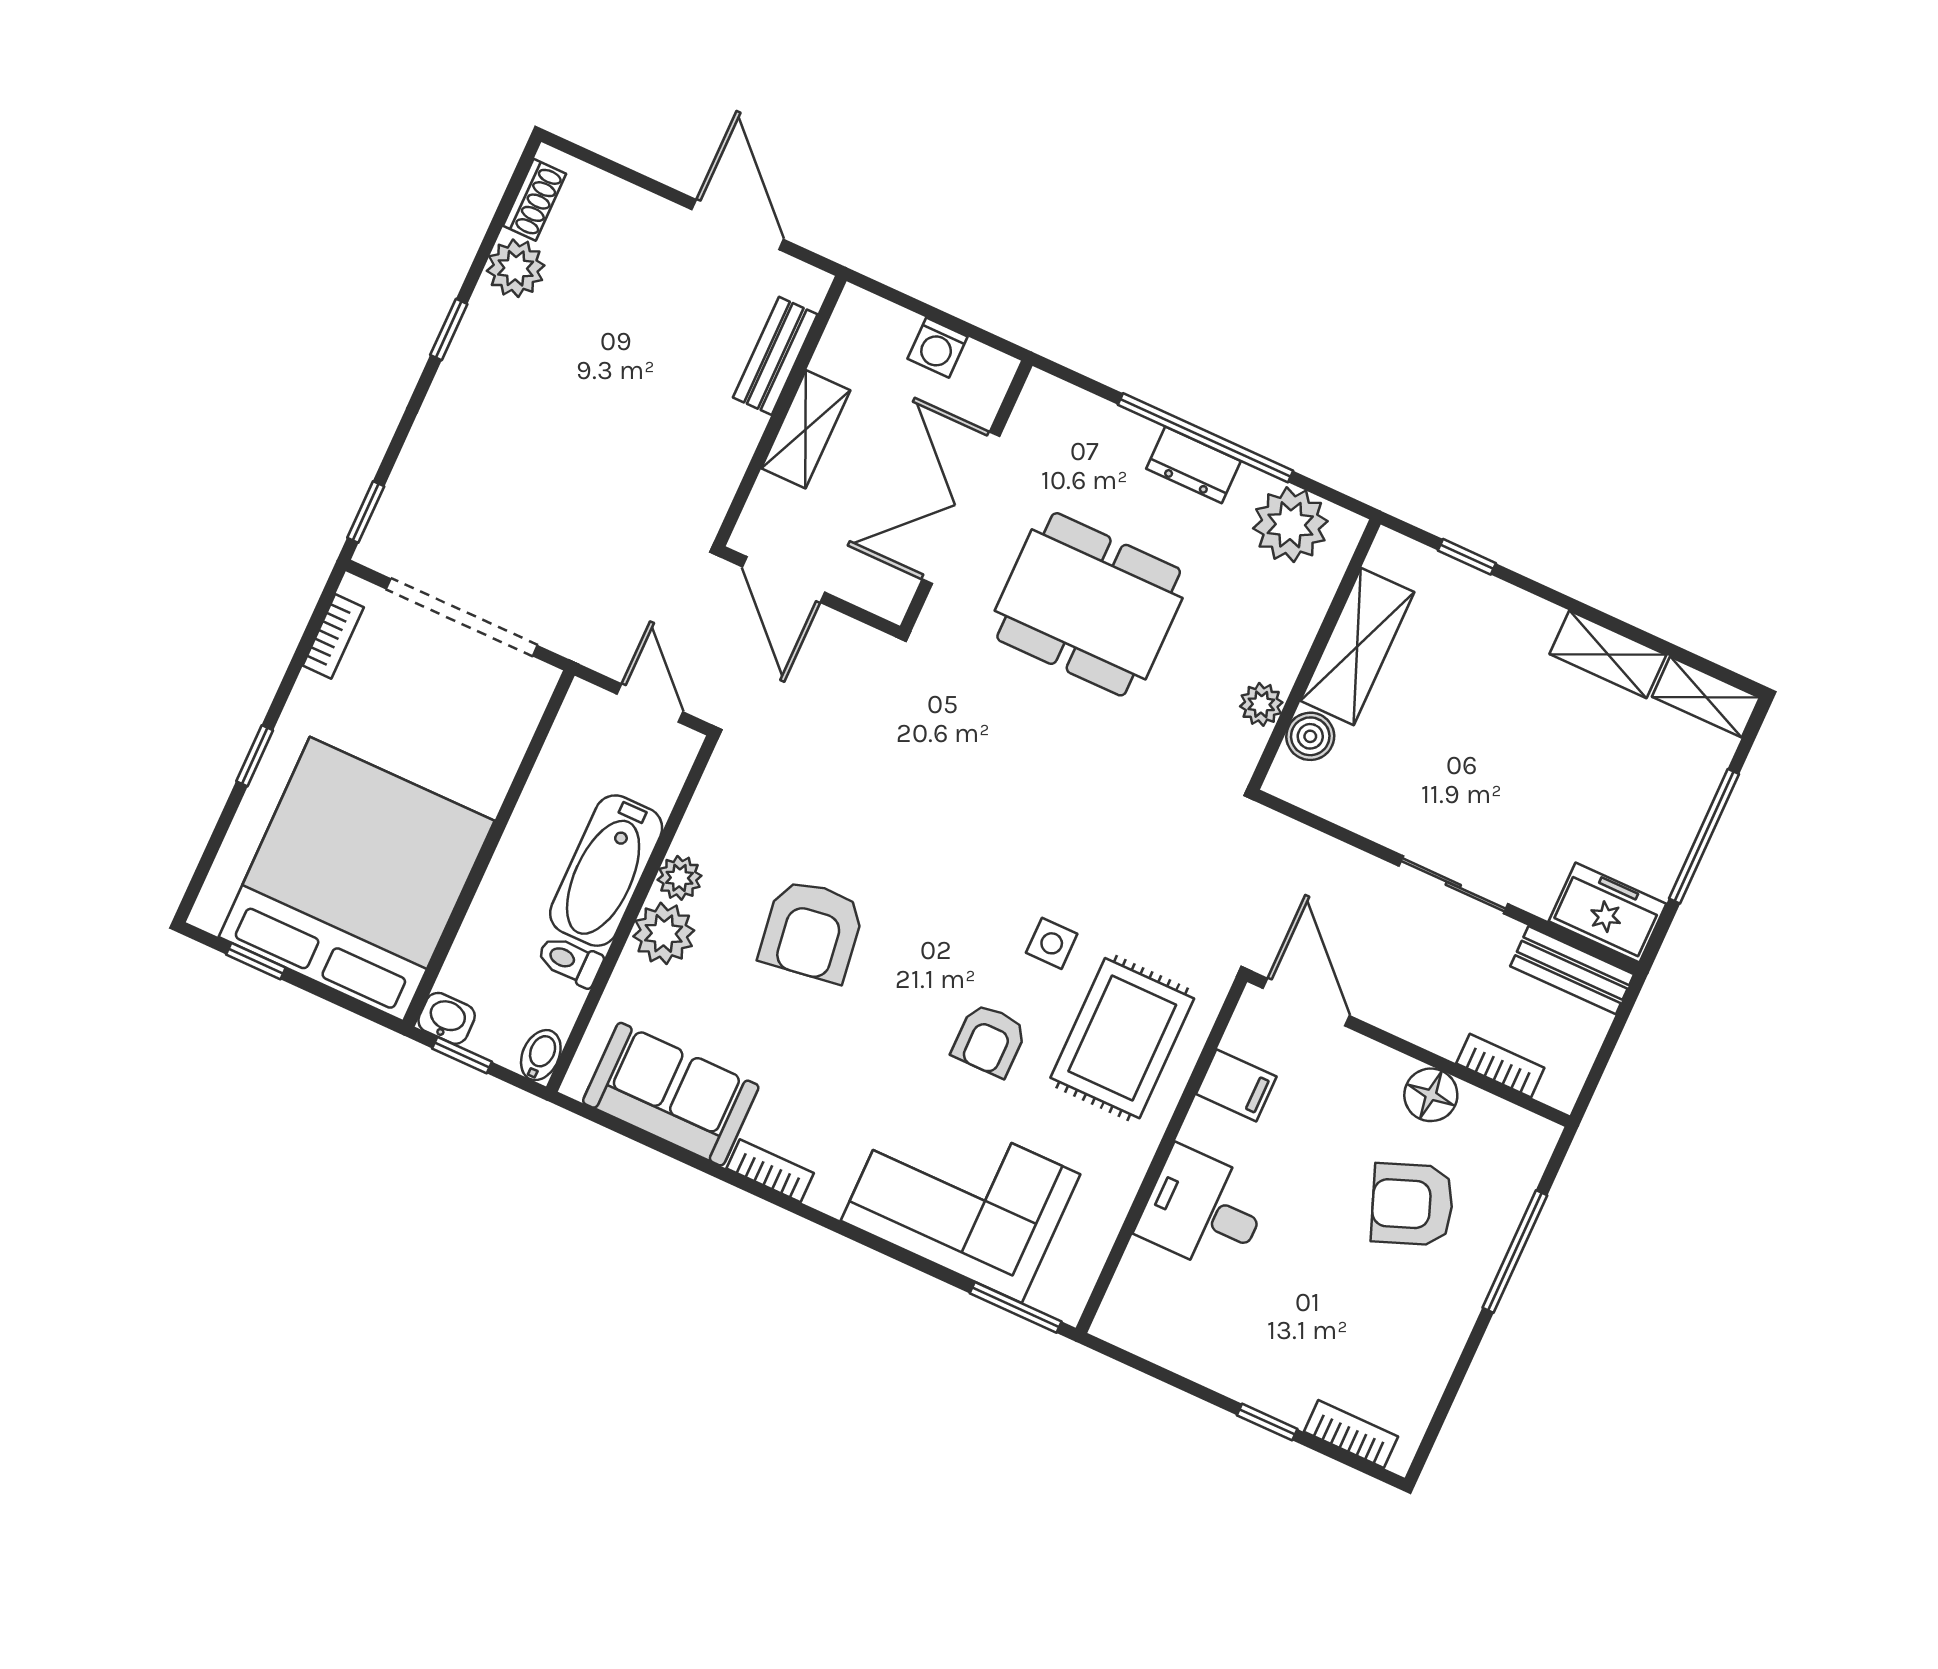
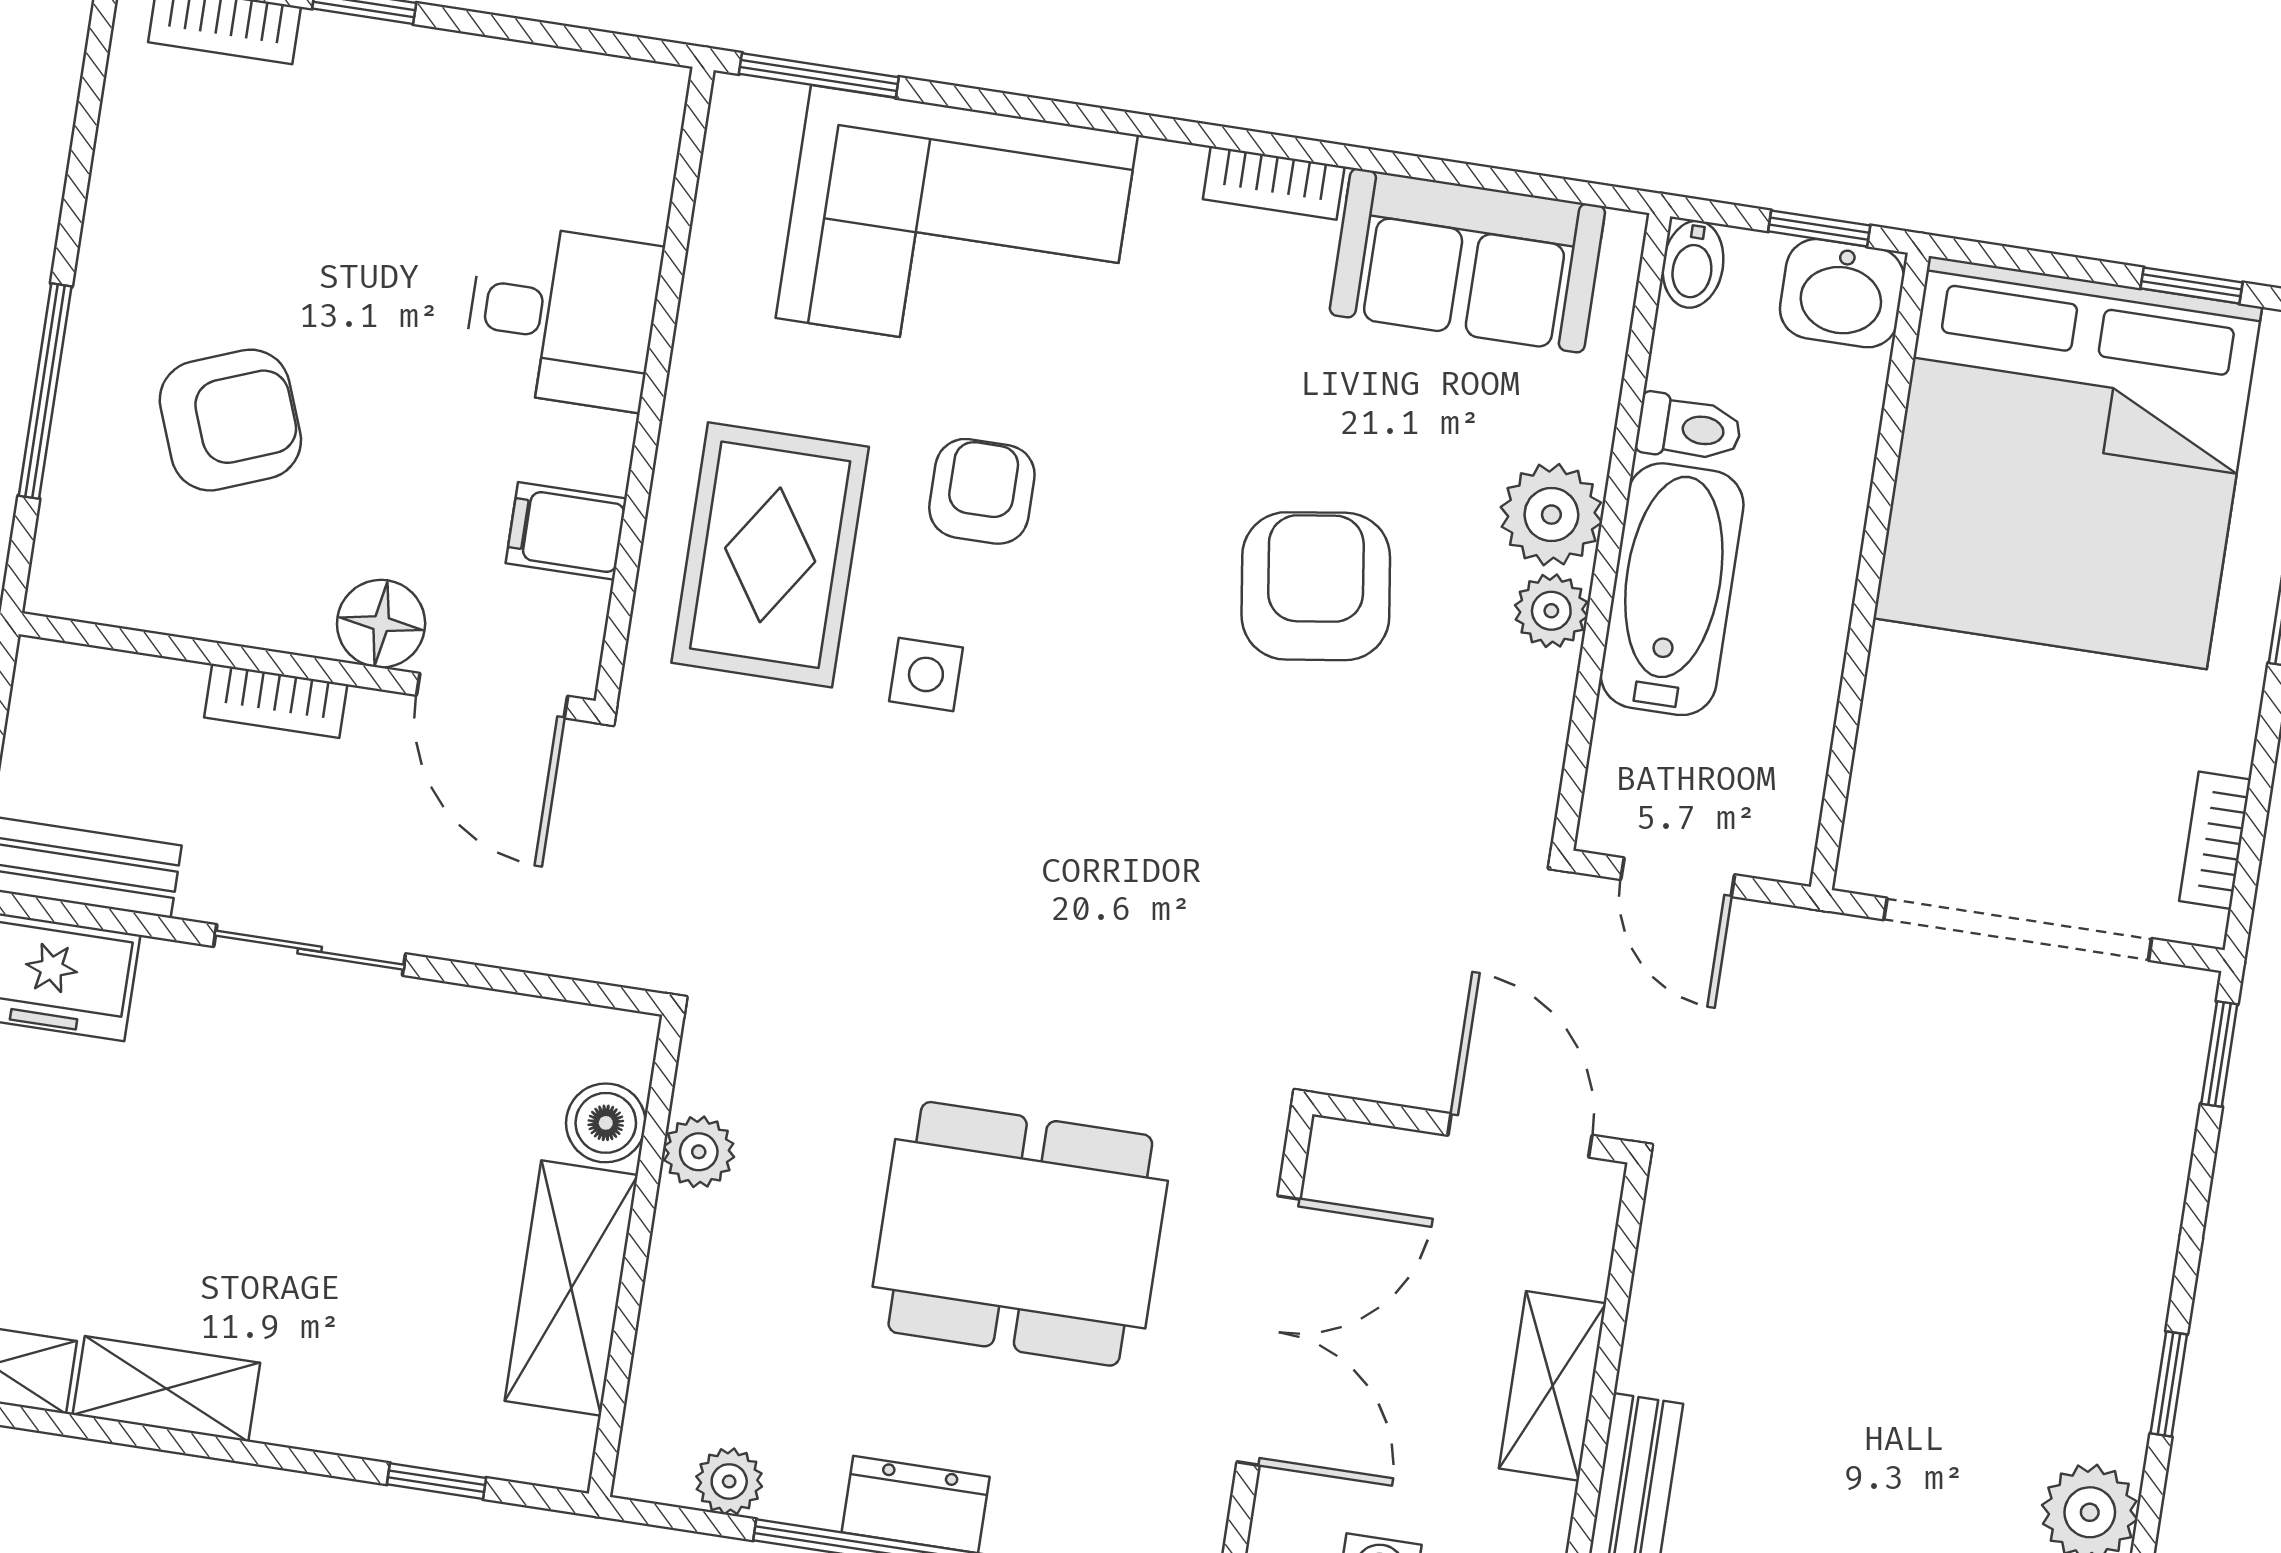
plant: (1290, 525) -> (729, 1481), width x0.53, depth x0.53
washbasin: (447, 1018) -> (1842, 293), width x1.38, depth x1.45
bookcase: (1500, 1066) -> (276, 701), moved
floor lamp: (1431, 1095) -> (381, 624), moved

